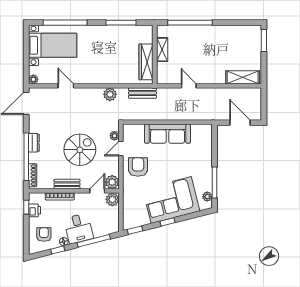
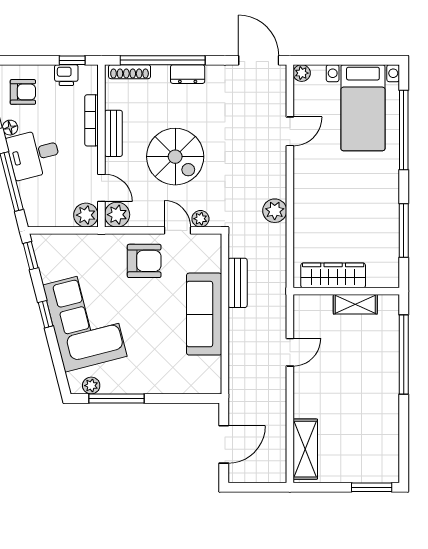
bench: (142, 93) -> (238, 283), moved

